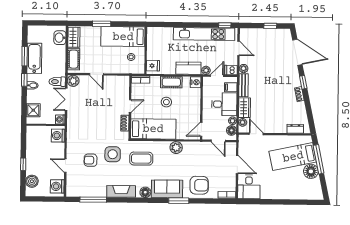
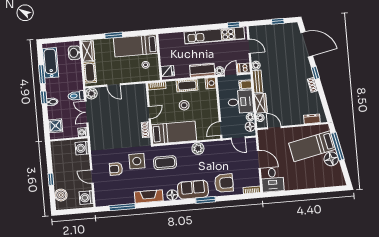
bathtub: (34, 58) -> (51, 63), moved

